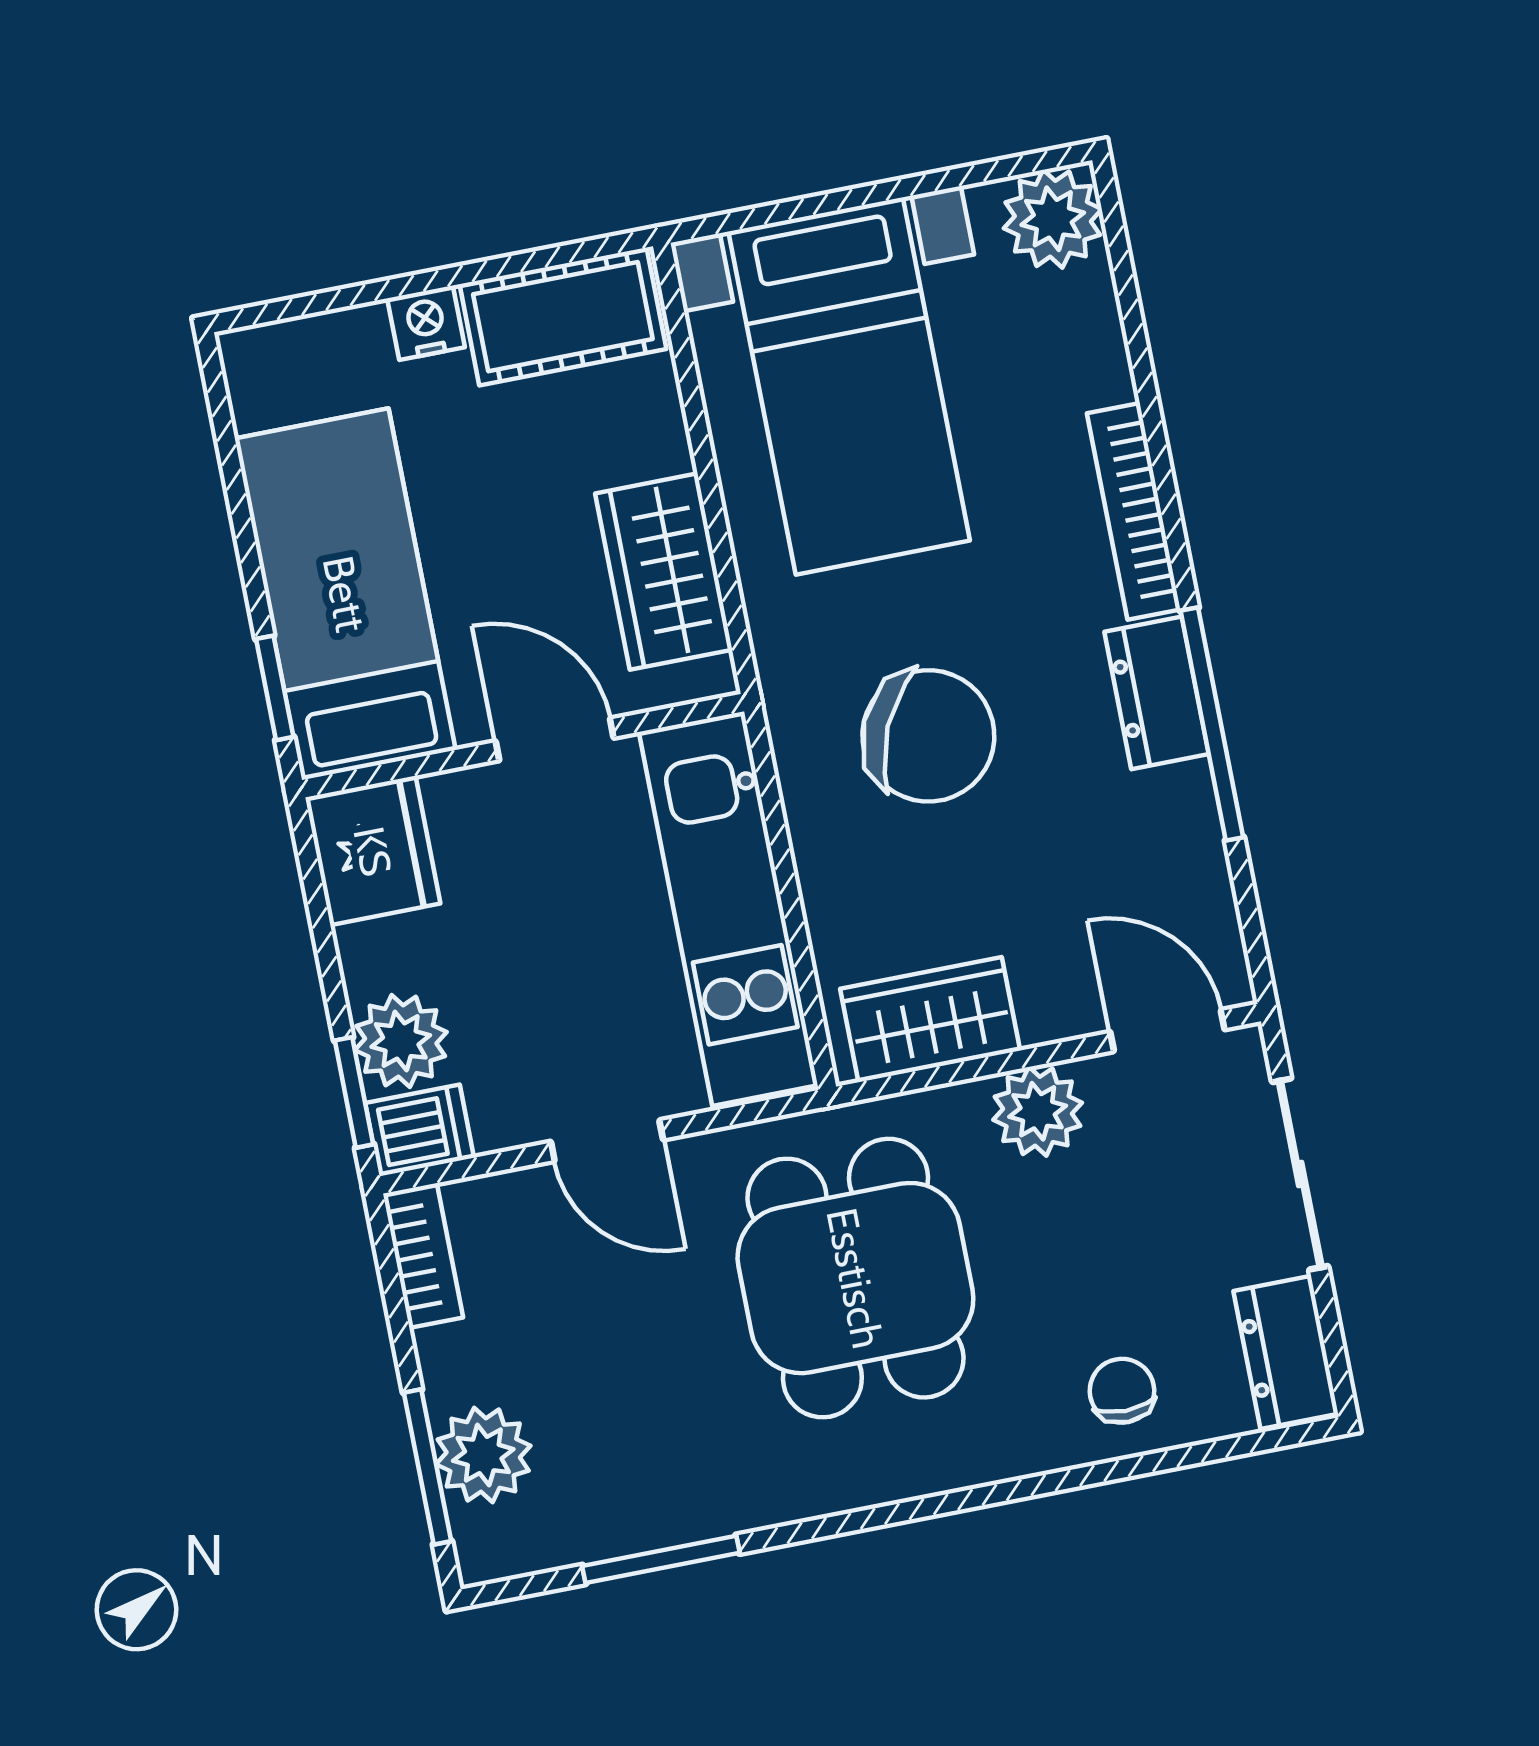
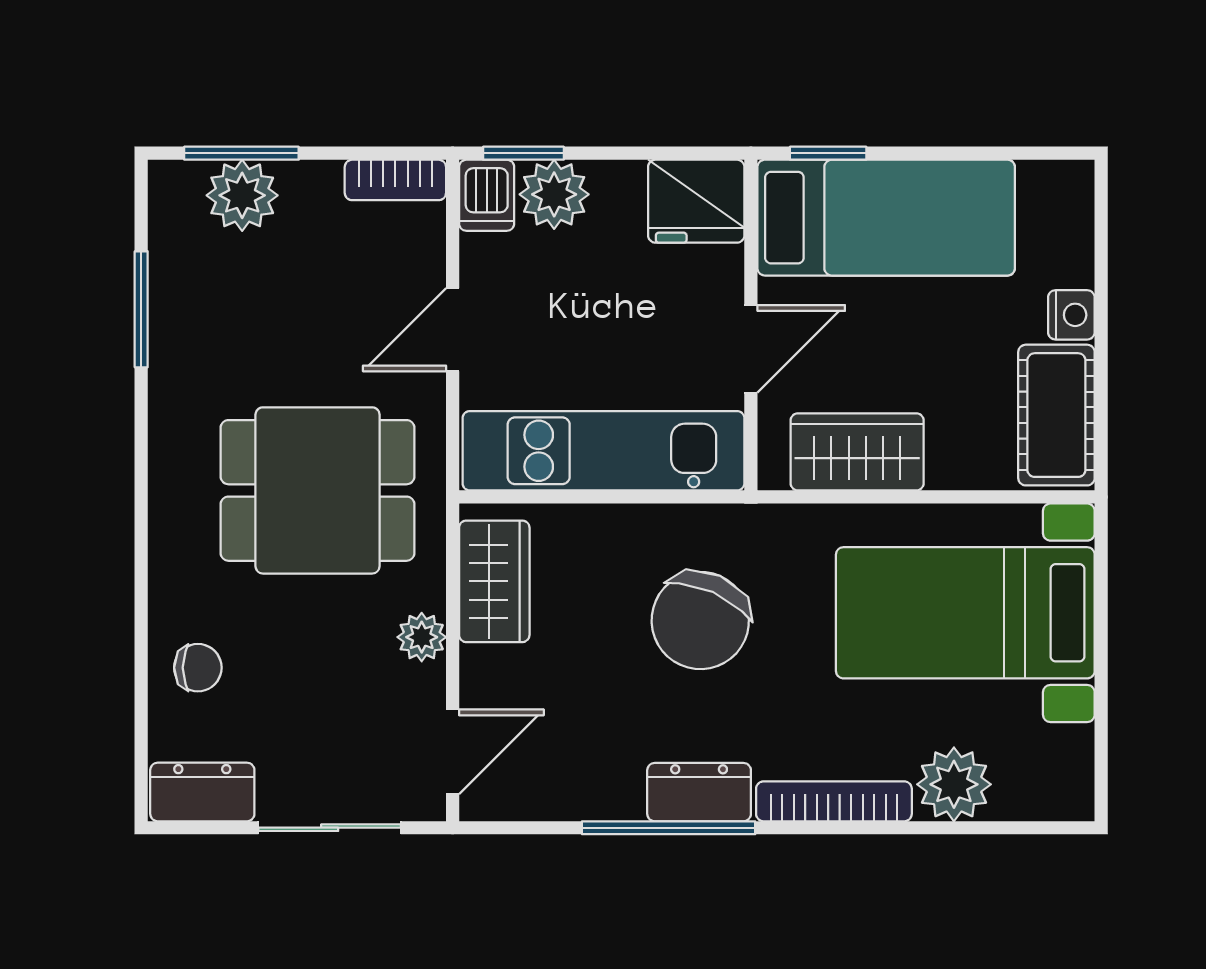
plant: (1053, 219) -> (954, 784), moved
plant: (1038, 1111) -> (422, 637), width x0.73, depth x0.73

